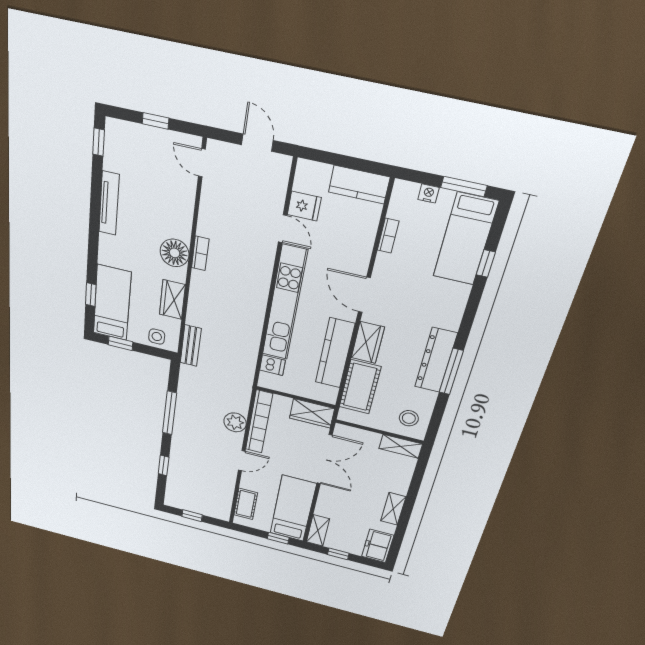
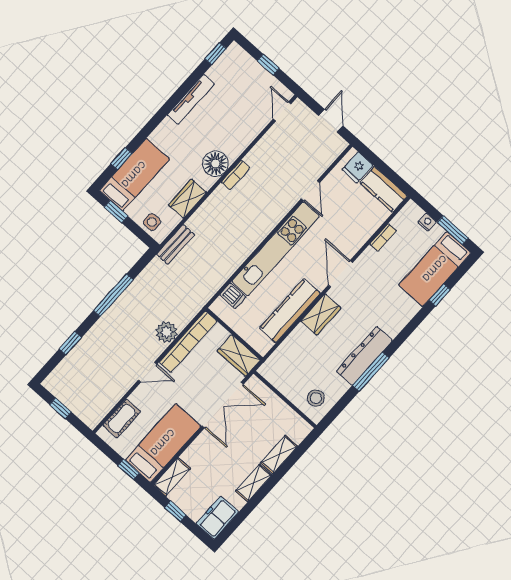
fridge: (304, 206) -> (357, 167), moved, turned 90
cot: (360, 387) -> (293, 350), removed
shelving: (401, 446) -> (279, 454), moved, turned 90

